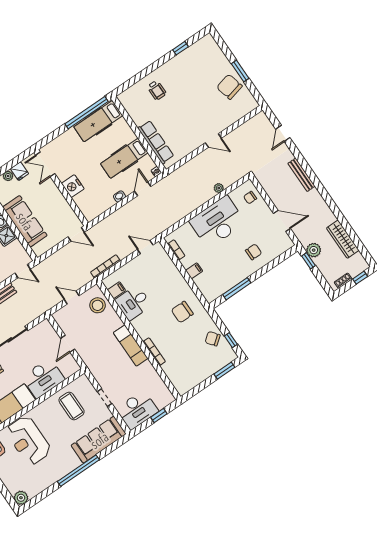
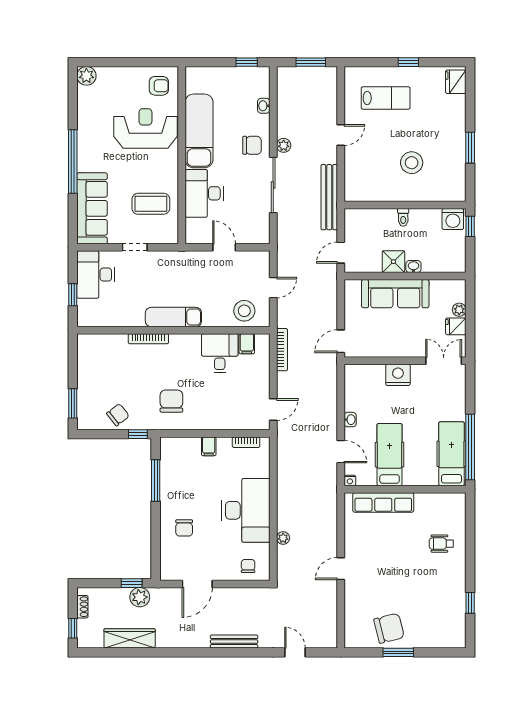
window: (231, 340) -> (138, 434), moved

